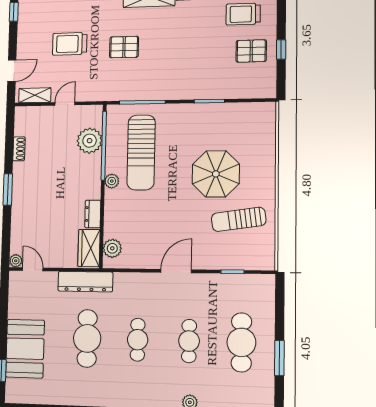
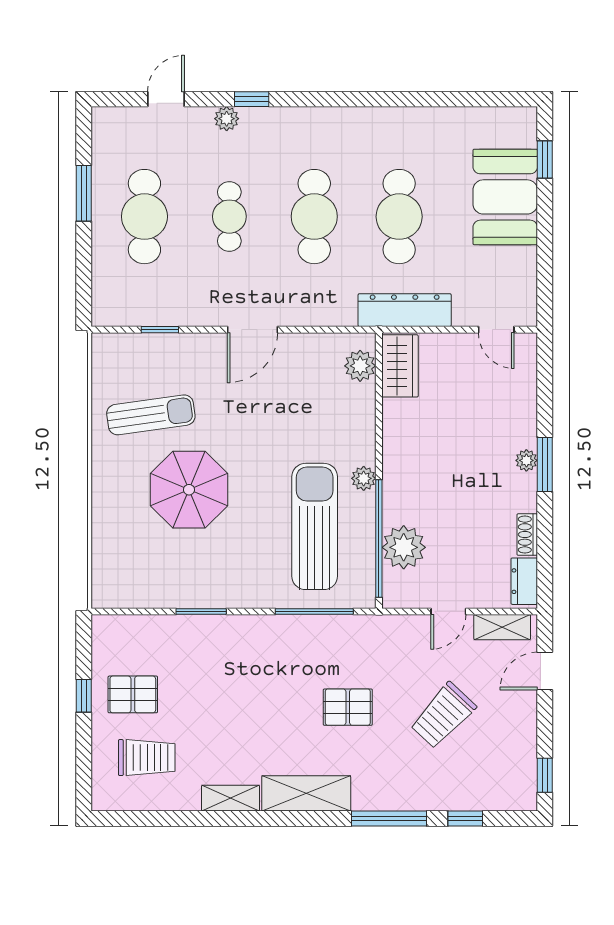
trolley: (70, 44) -> (443, 715), turned 133
dresser: (93, 214) -> (524, 581), moved, turned 180
plant: (16, 261) -> (526, 460), moved
cafe table: (138, 340) -> (314, 217), width x1.37, depth x1.35

